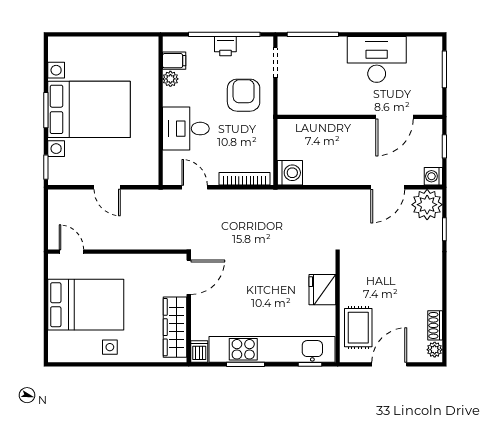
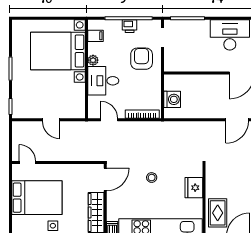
plant: (170, 79) -> (93, 60), moved
bed with nightstands: (89, 109) -> (58, 51), moved, turned 180
washing machine: (290, 173) -> (172, 99), moved
stool: (259, 274) -> (152, 178), added

